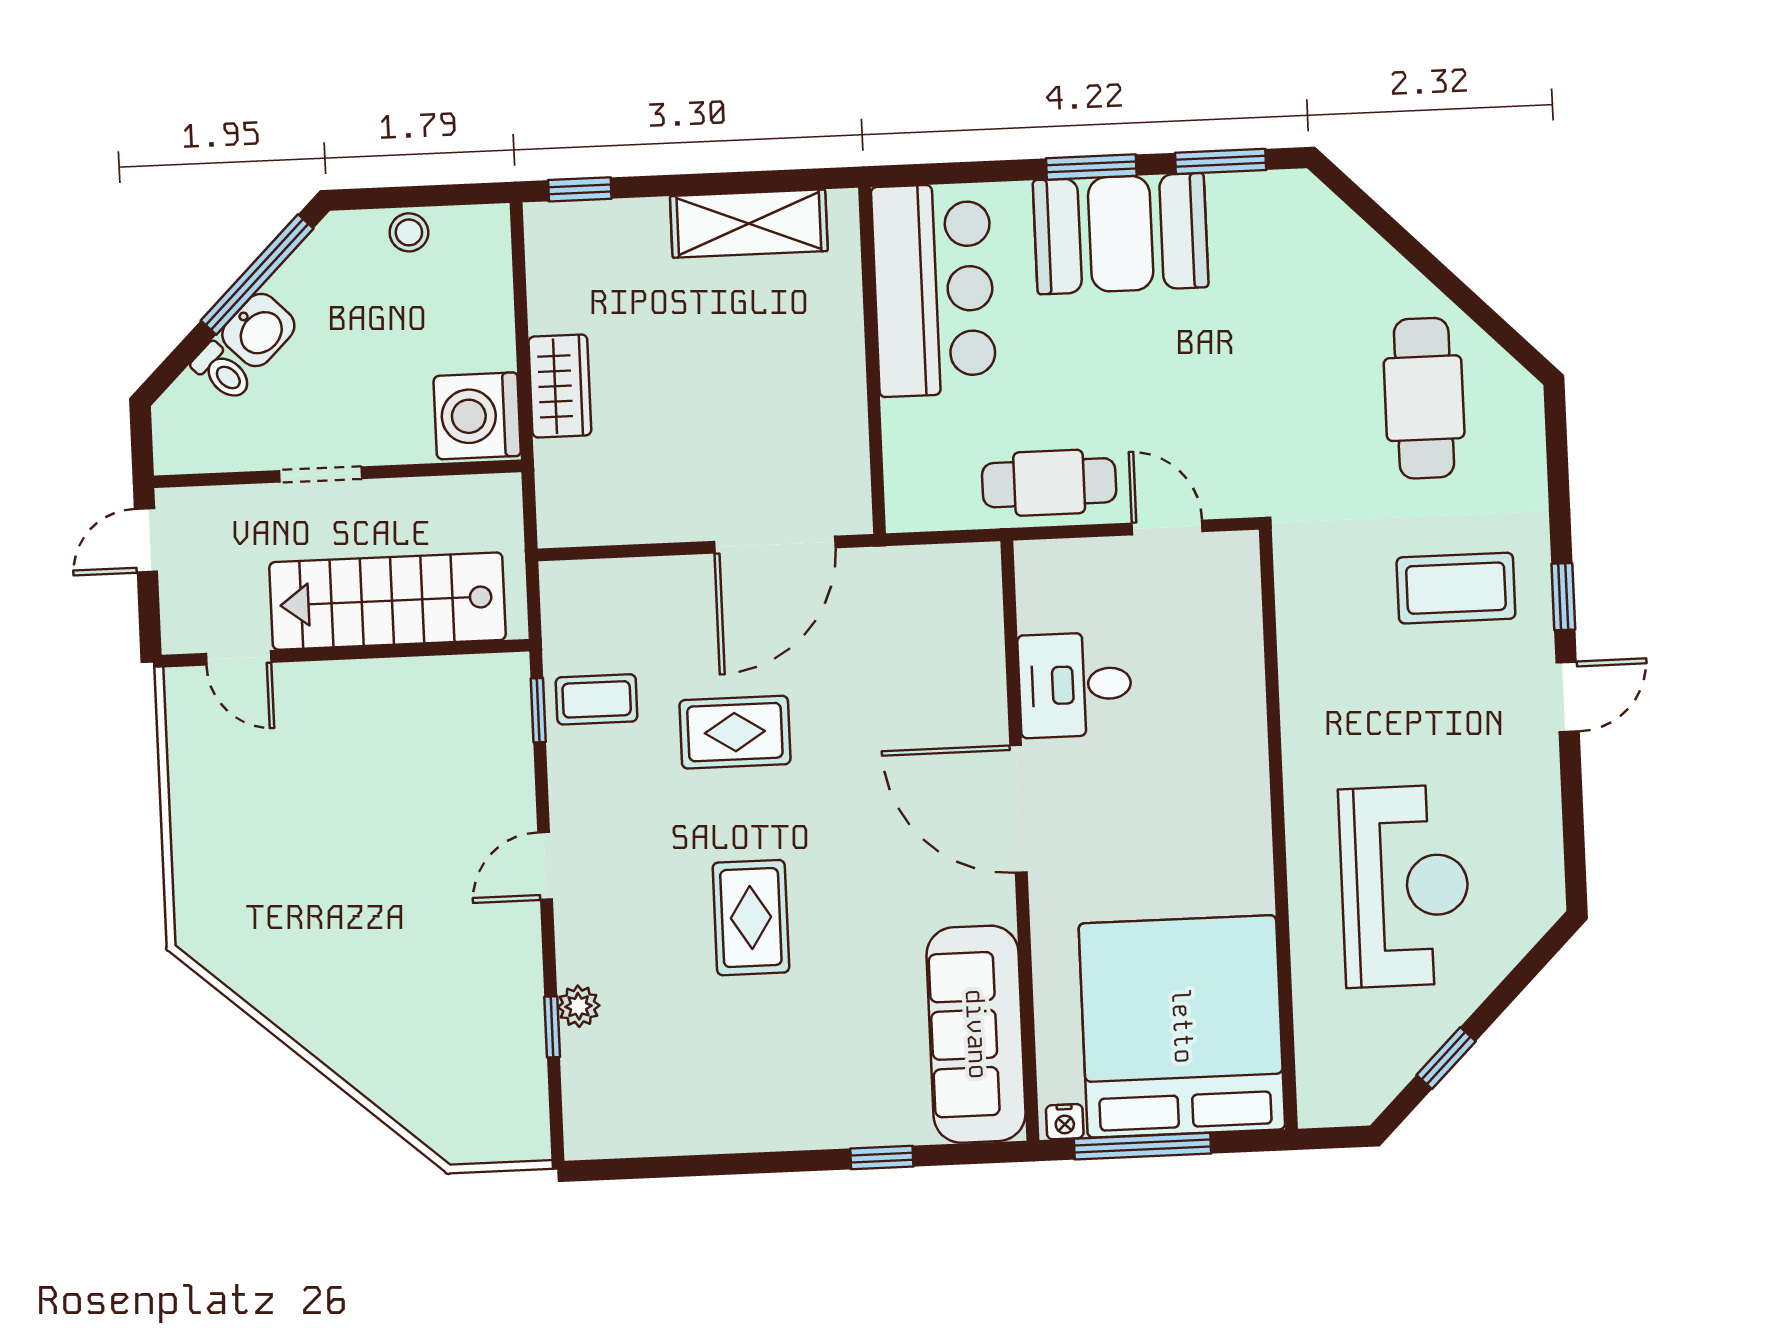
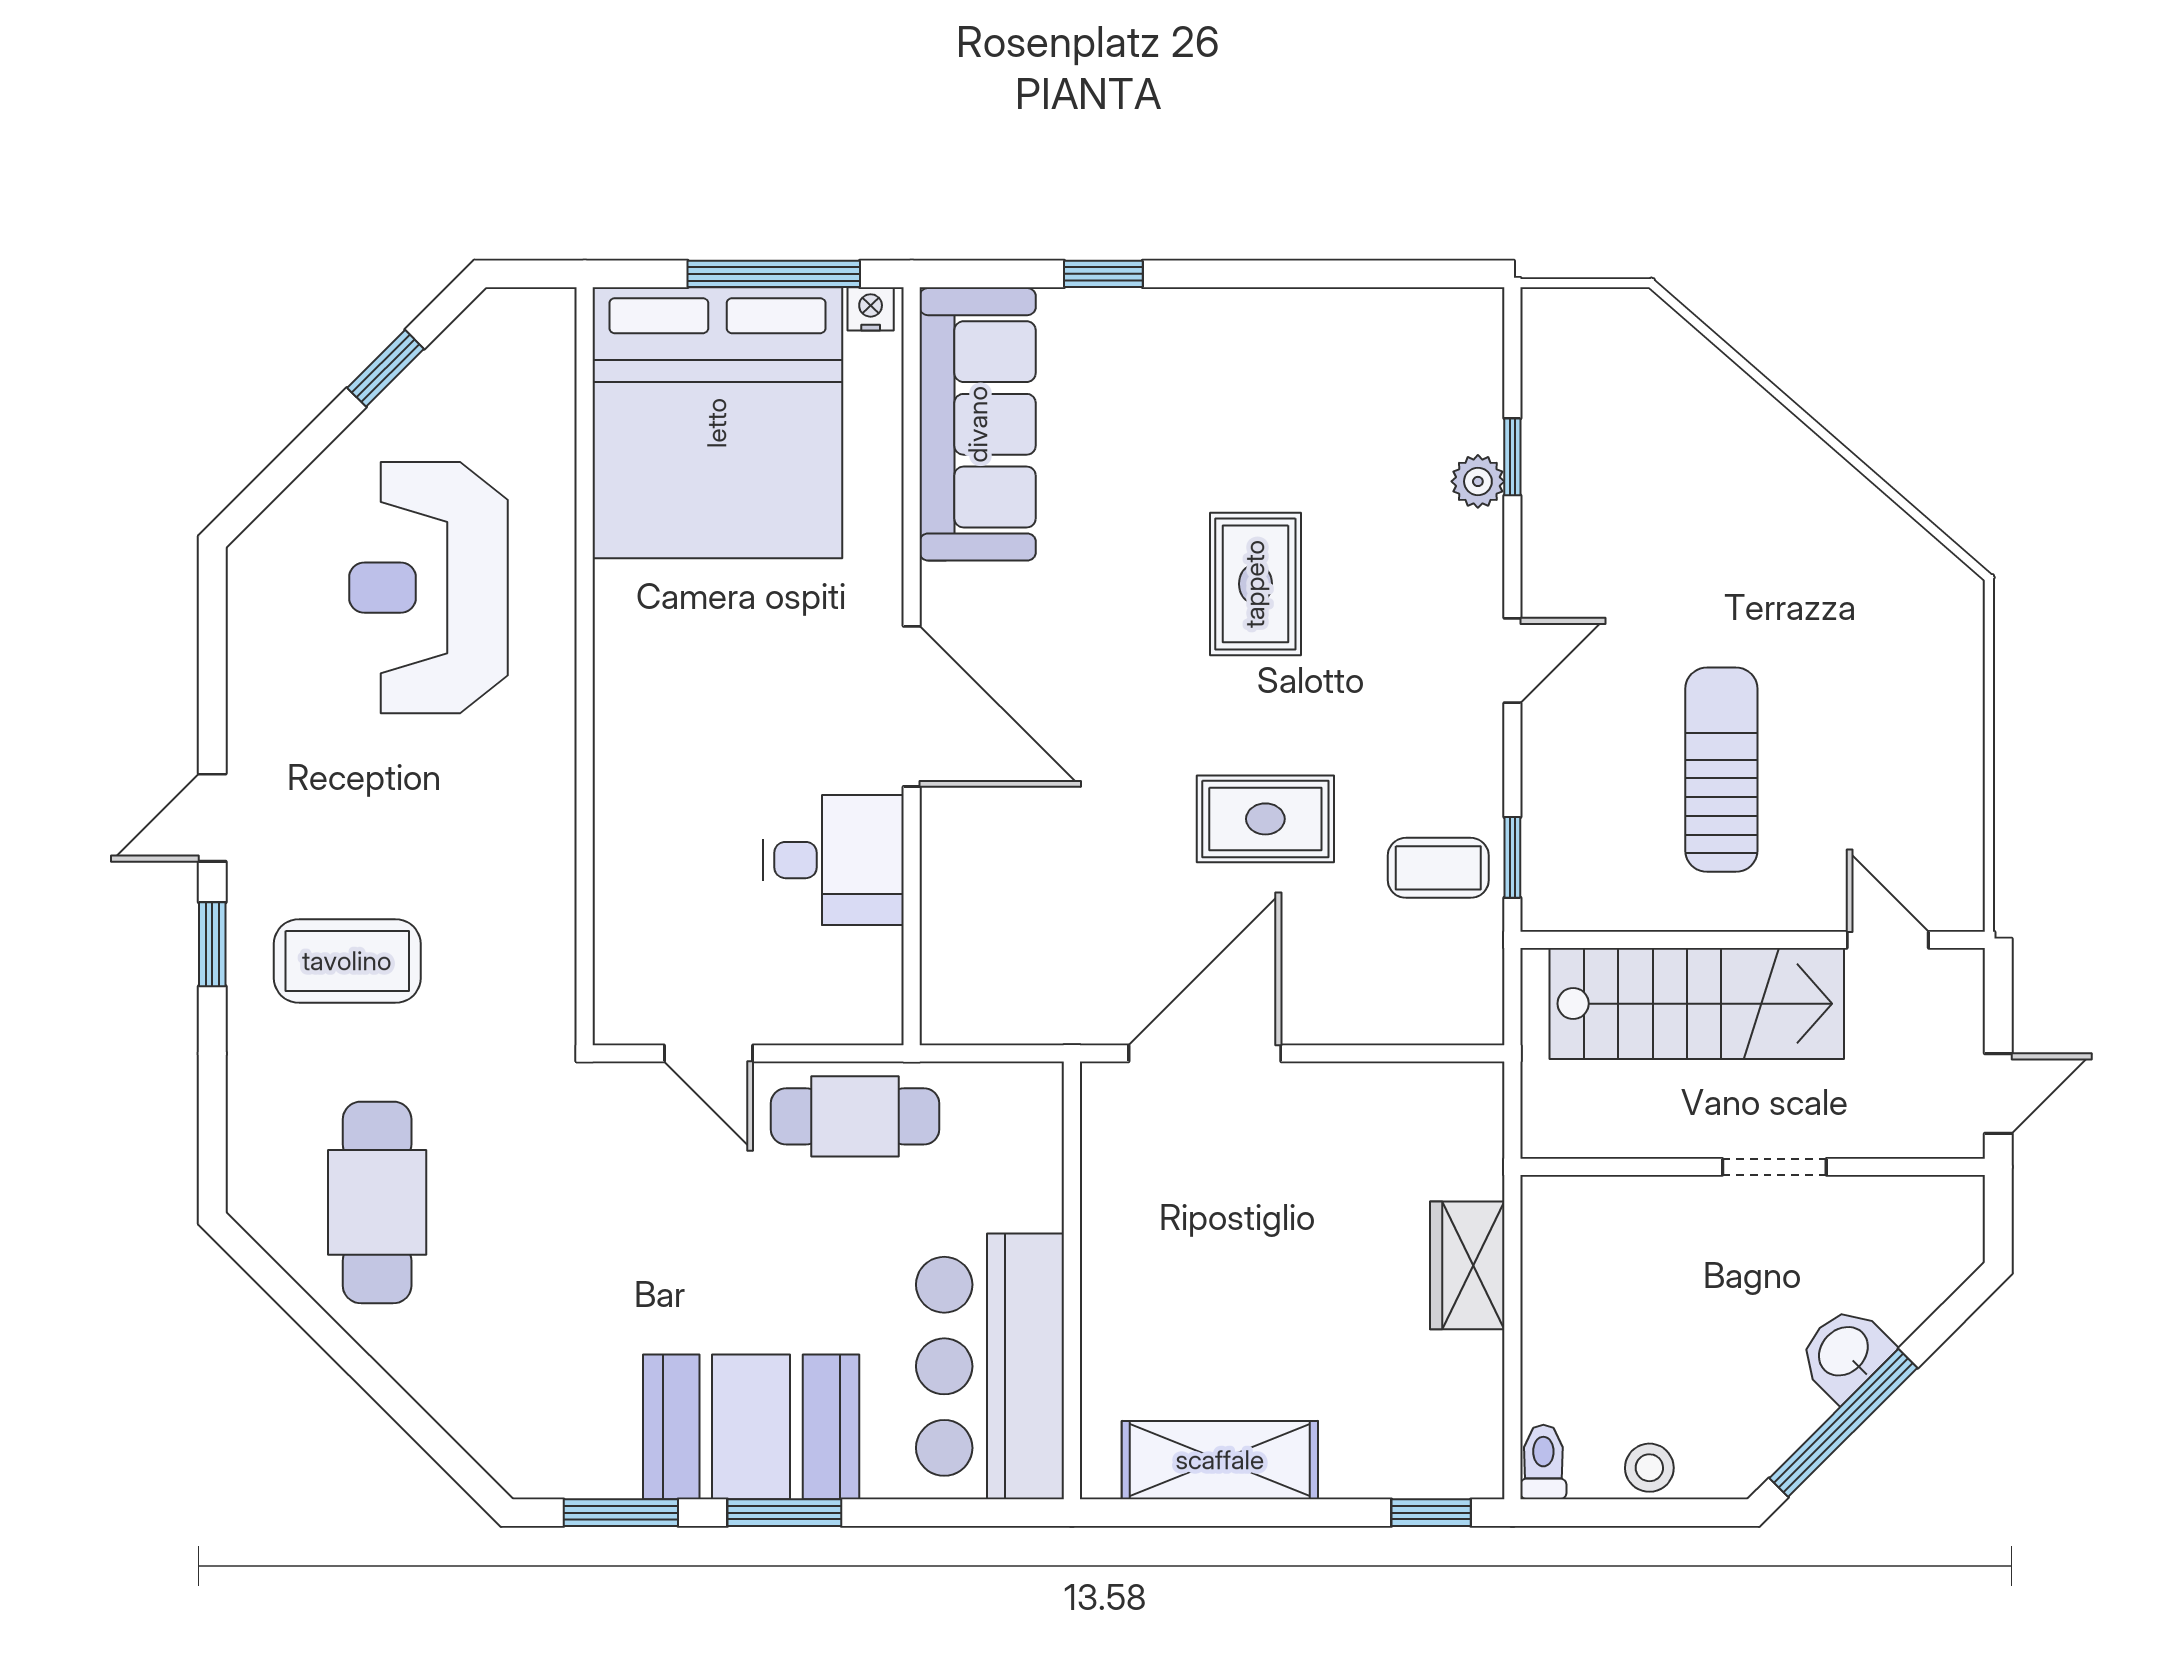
toilet: (222, 372) -> (1543, 1462), moved, turned 45
washing machine: (477, 416) -> (1573, 1232), removed
sun lounger: (376, 787) -> (1721, 770), added

